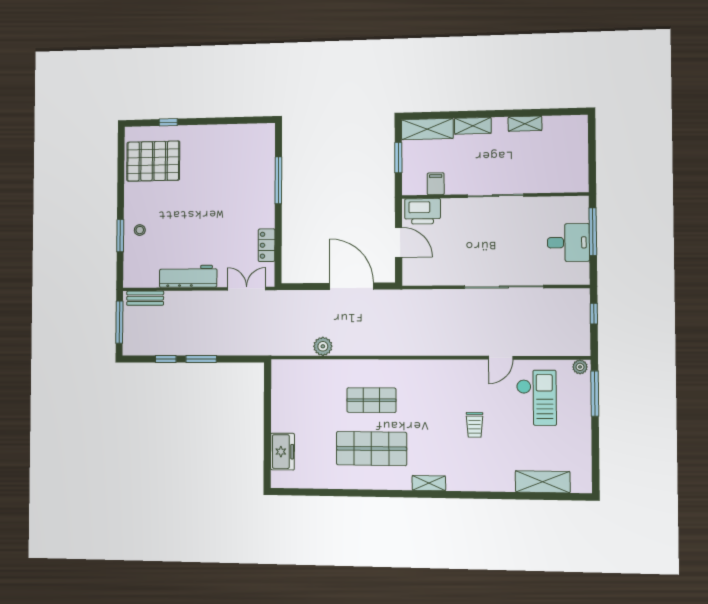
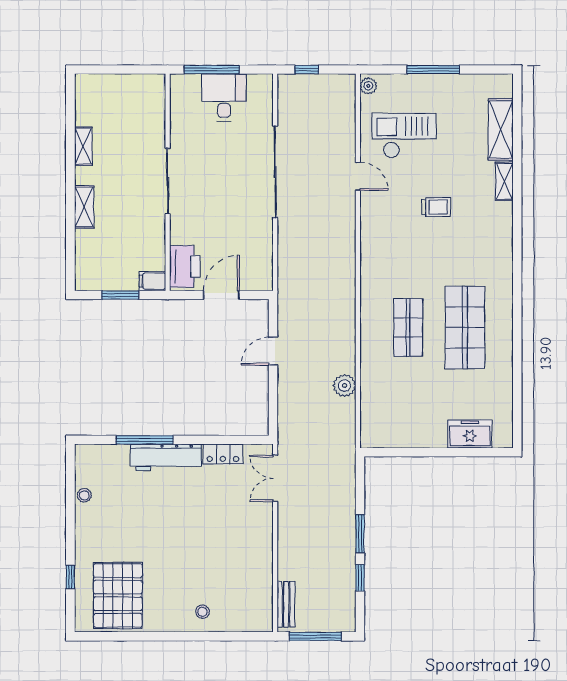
shelving: (427, 129) -> (87, 260), removed
stool: (234, 132) -> (84, 495), added
filing cabinet: (436, 184) -> (152, 281), moved
window: (120, 236) -> (209, 636), removed
workbench: (188, 276) -> (166, 457), moved, turned -90
door: (352, 286) -> (273, 351), width x0.53
window: (595, 394) -> (433, 70), moved
shelving: (429, 483) -> (504, 181), moved

